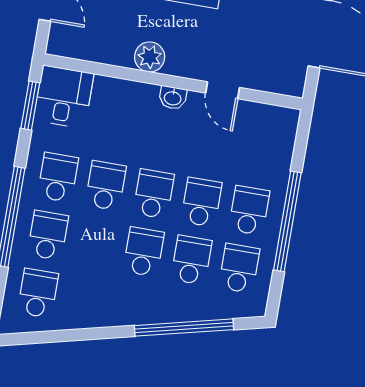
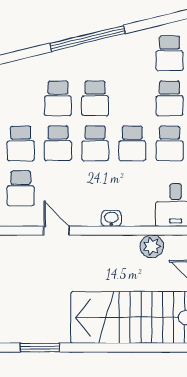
plant: (150, 57) -> (152, 246), moved
washbasin: (173, 98) -> (111, 218), moved
school desk: (239, 268) -> (21, 188), moved
window: (184, 328) -> (88, 38), moved

